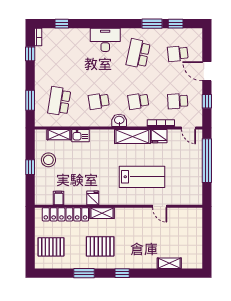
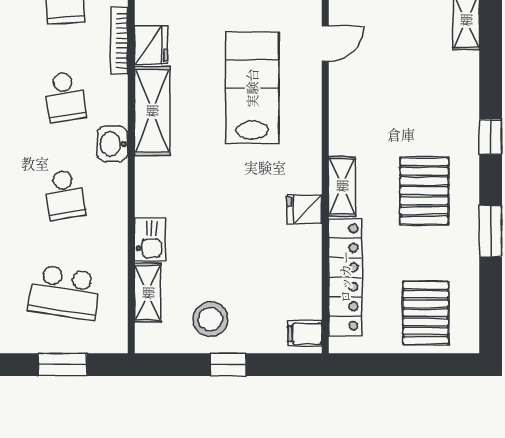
filing cabinet: (59, 198) -> (305, 334), moved

